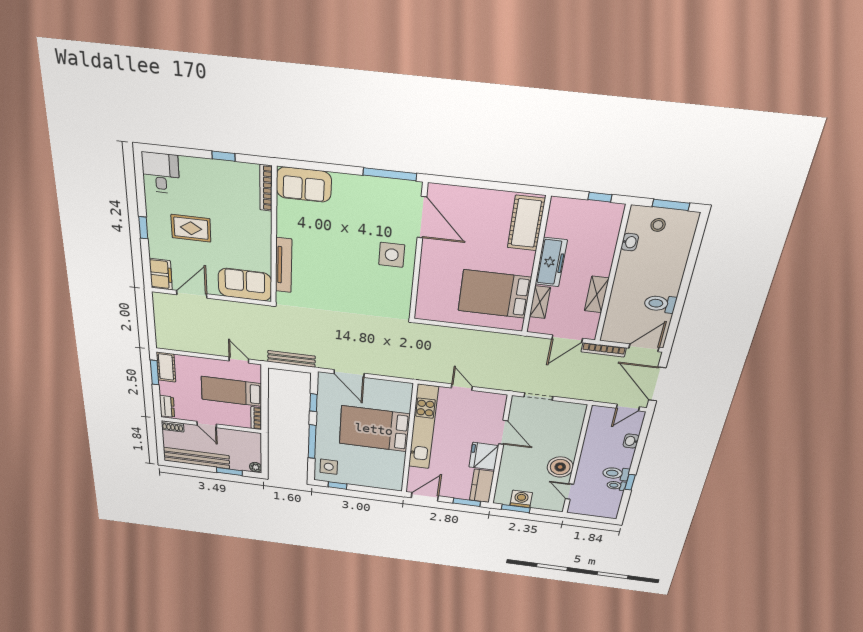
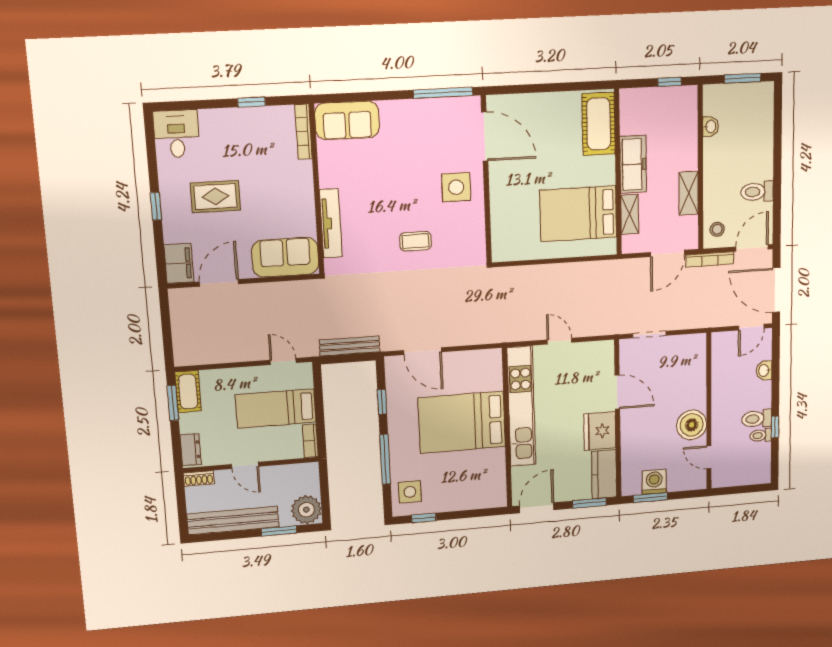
stool: (658, 225) -> (717, 229), moved
coffee table: (352, 291) -> (416, 241), added
plant: (256, 467) -> (306, 510), width x1.87, depth x1.87

